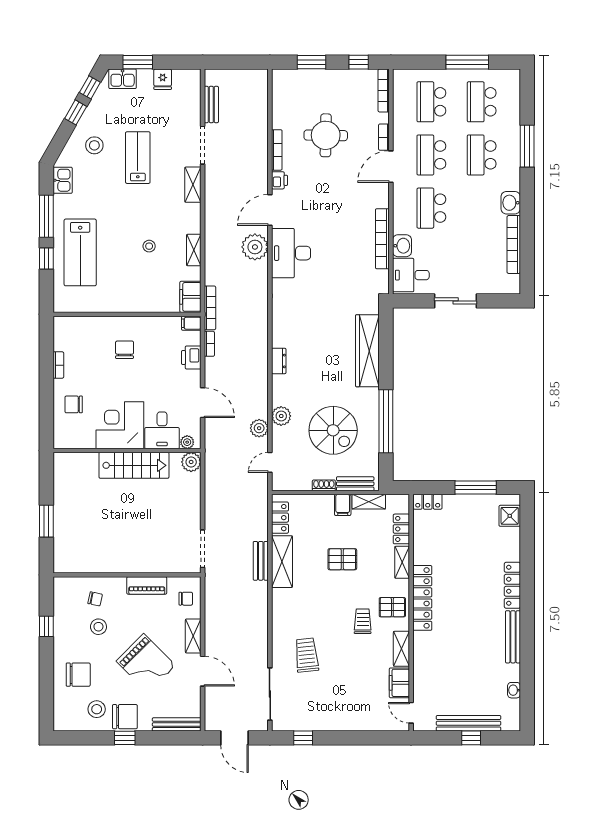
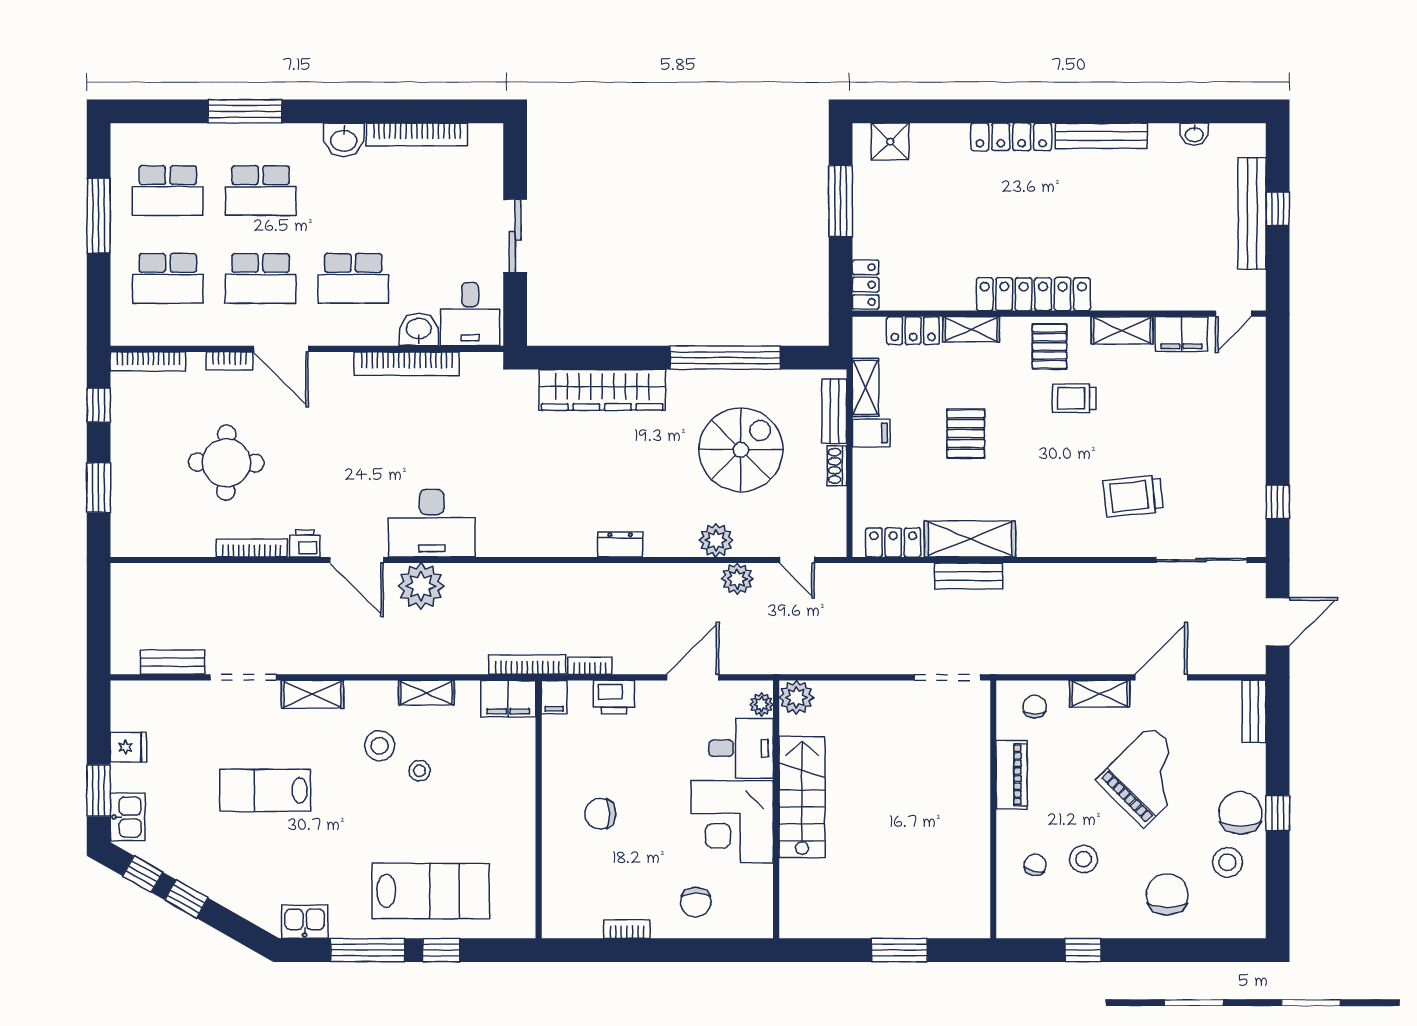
stool: (94, 145) -> (380, 746), moved
bench: (177, 724) -> (1254, 711), width x0.73

